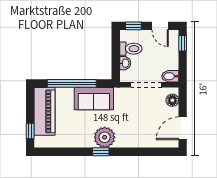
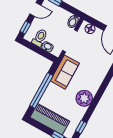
sofa: (94, 99) -> (65, 72), moved
plant: (105, 137) -> (84, 98), moved
window: (101, 152) -> (81, 127), moved

